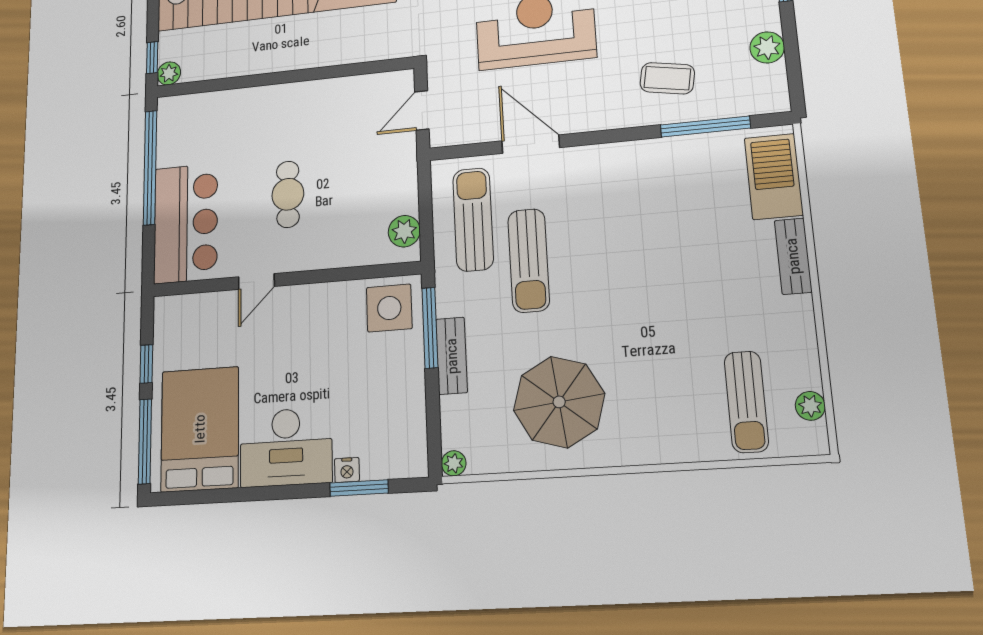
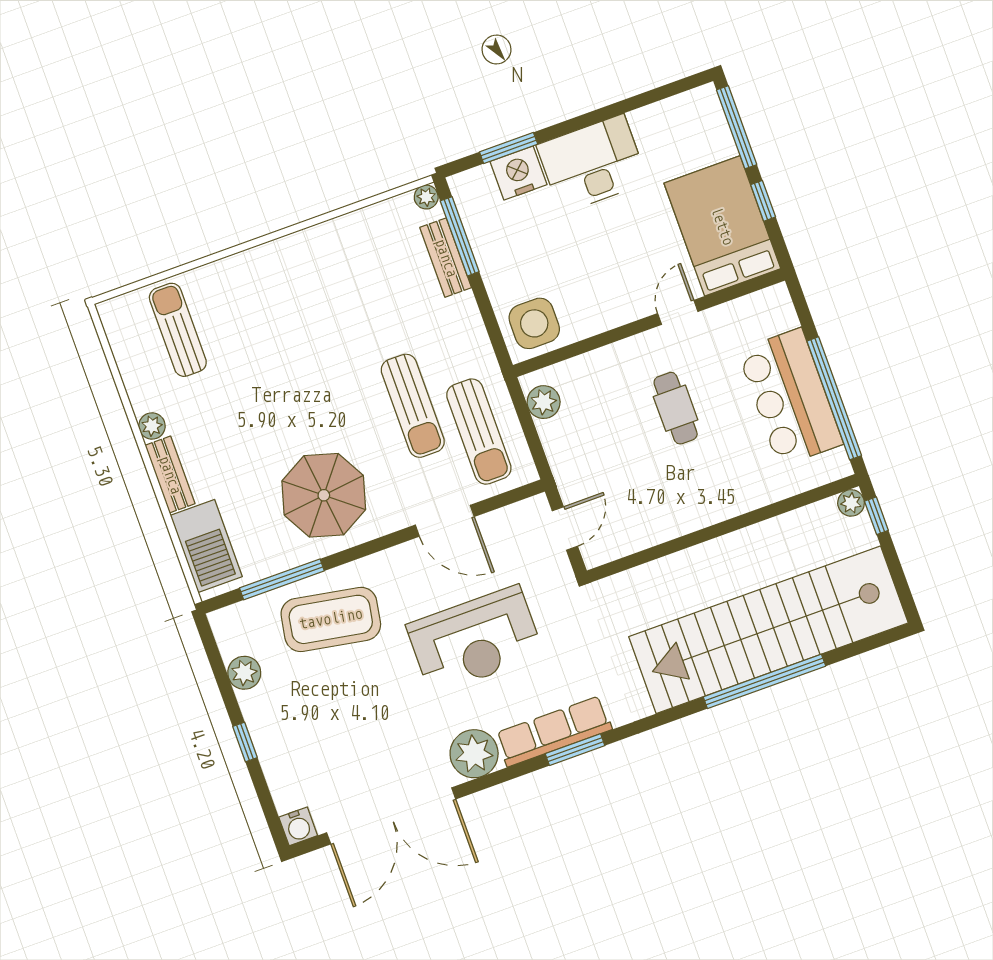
coffee table: (667, 78) -> (331, 619), width x1.86, depth x1.72
bar counter: (186, 223) -> (790, 397), moved
sun lounger: (529, 260) -> (413, 406), turned 180
window: (430, 328) -> (460, 236), moved
bench: (452, 356) -> (446, 258), moved
parasol: (559, 402) -> (324, 495), moved
plant: (810, 406) -> (152, 426), moved
bed: (200, 429) -> (722, 226), moved, turned 180
nightstand: (347, 470) -> (519, 173), width x1.89, depth x1.79

